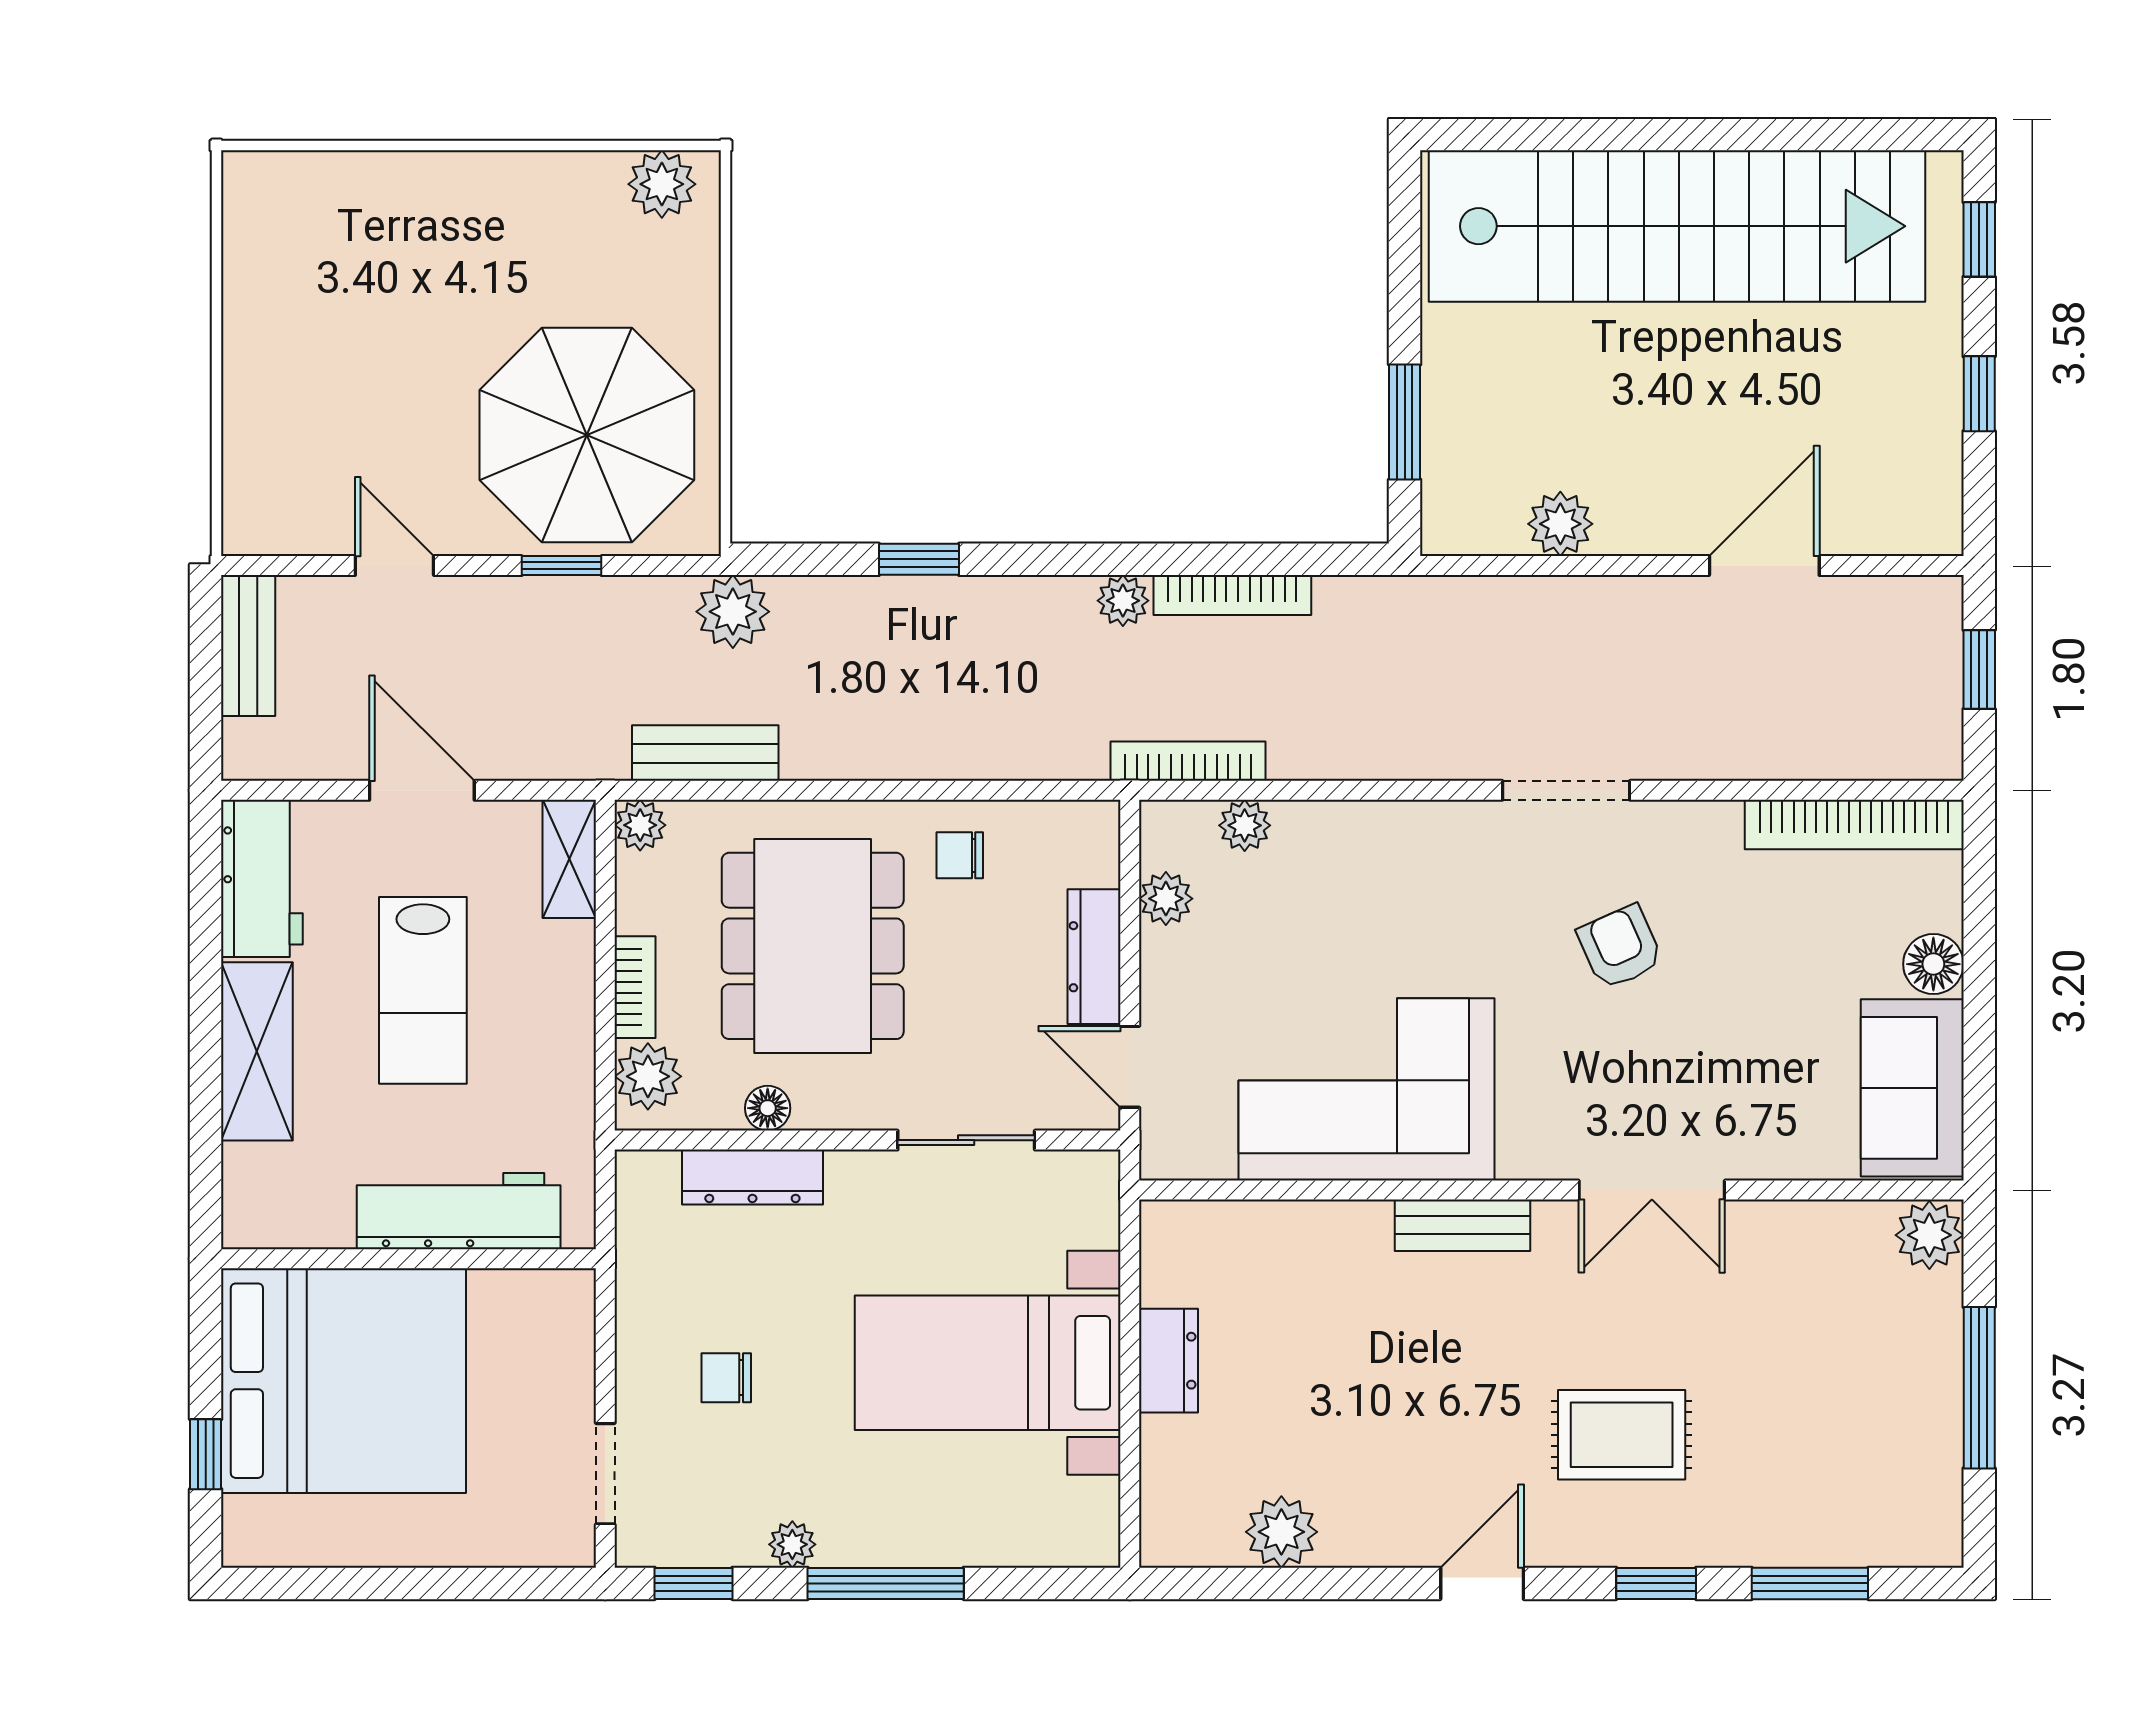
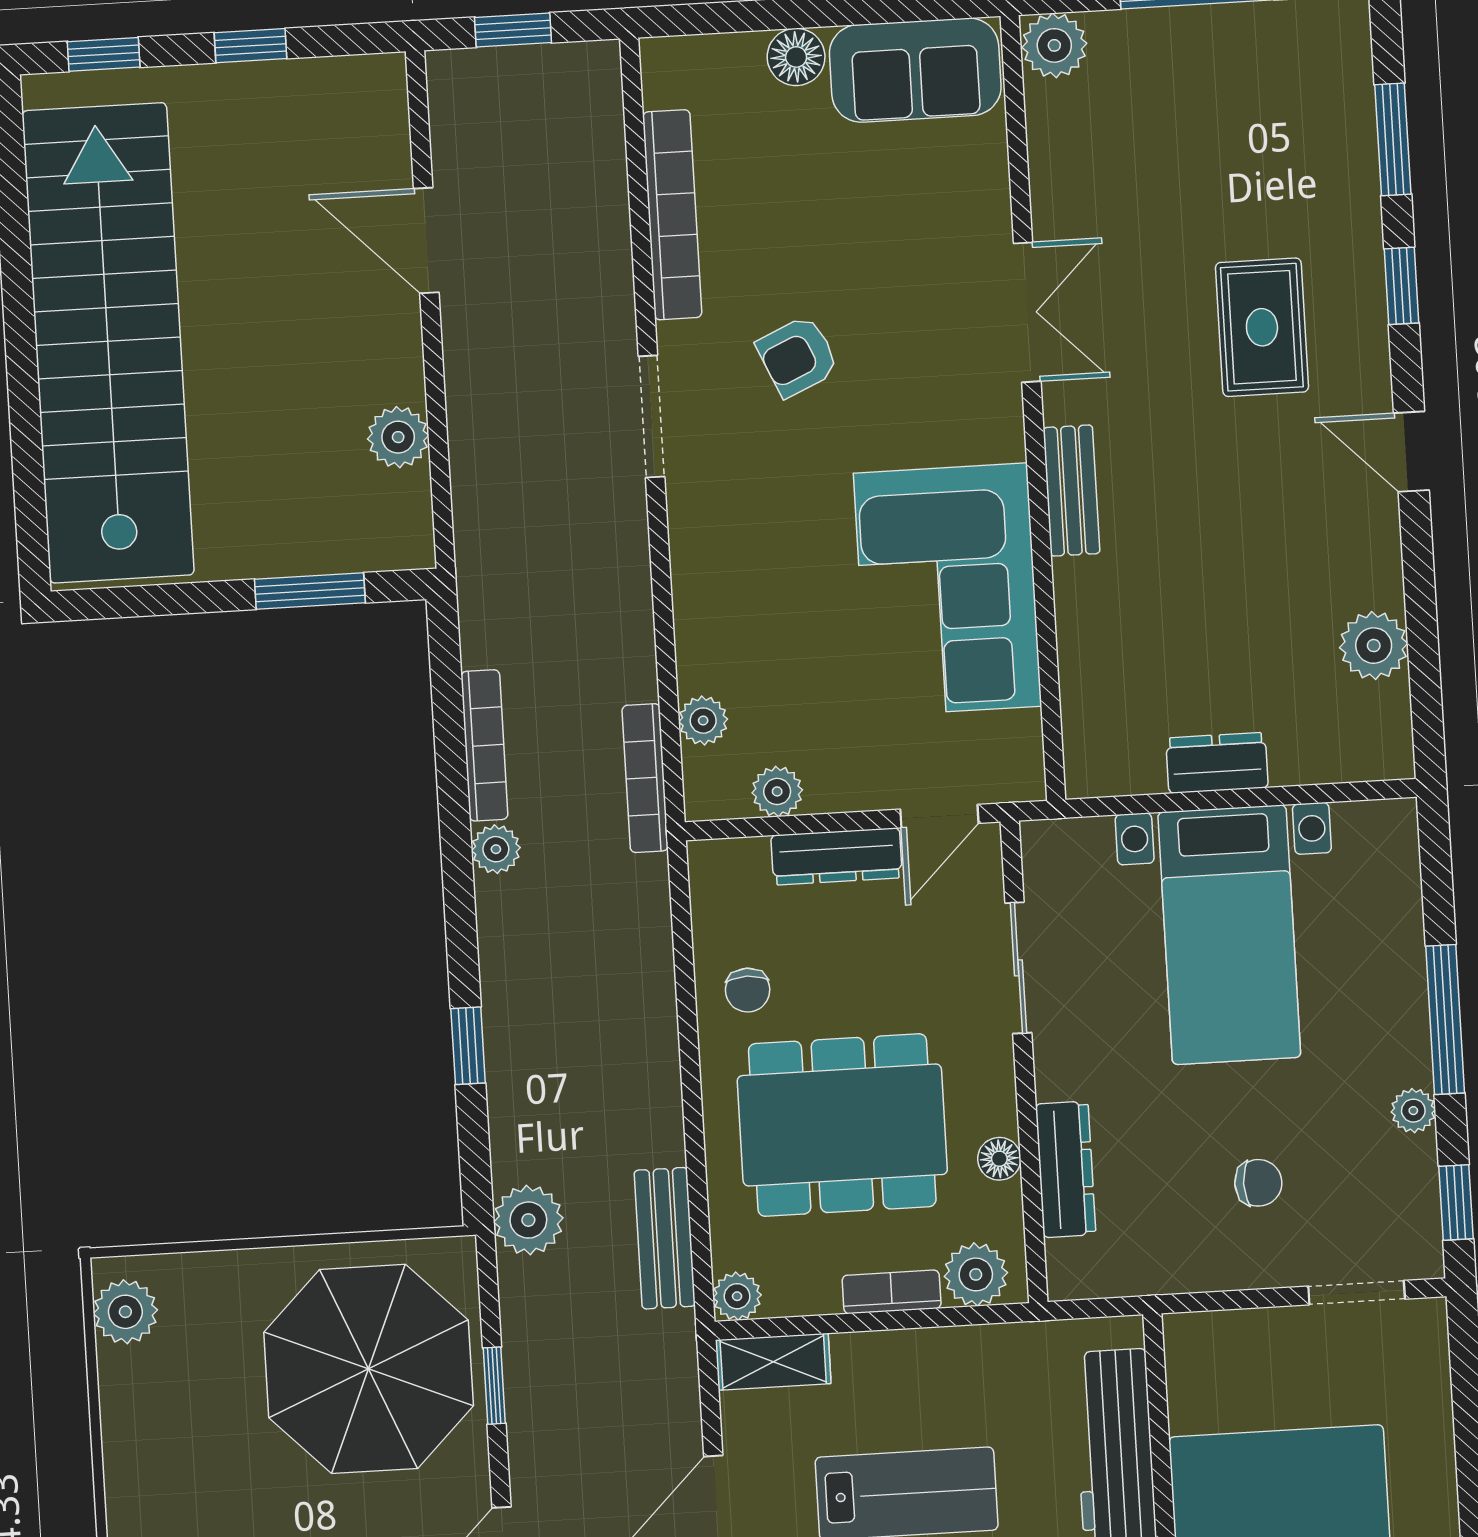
bookcase: (1854, 825) -> (672, 215), moved
chair: (726, 1378) -> (1258, 1183), turned -90

